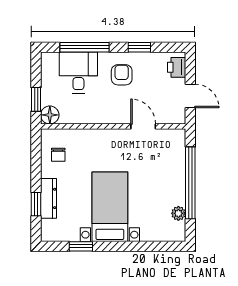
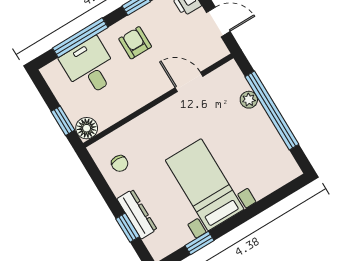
plant: (178, 213) -> (249, 100), moved

